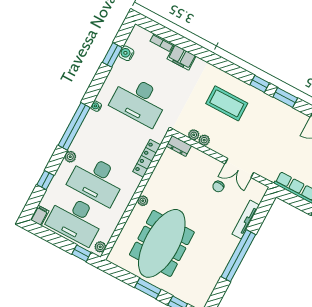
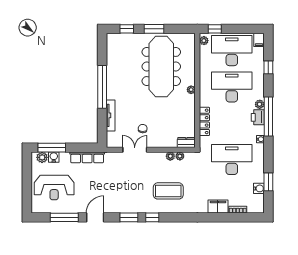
printer: (86, 132) -> (258, 117), added
plant: (70, 157) -> (260, 104), moved

